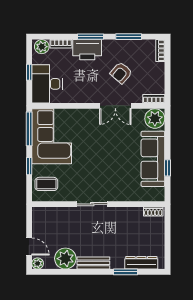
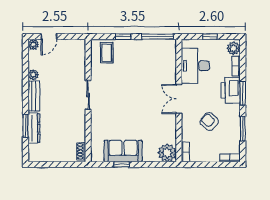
desk: (47, 84) -> (195, 66), moved, turned -90
double door: (115, 106) -> (179, 99), moved
corner sofa: (52, 136) -> (151, 57), removed
sofa: (153, 159) -> (123, 151), width x0.73
plant: (65, 259) -> (33, 75), width x0.53, depth x0.53
dresser: (141, 263) -> (34, 128), moved

